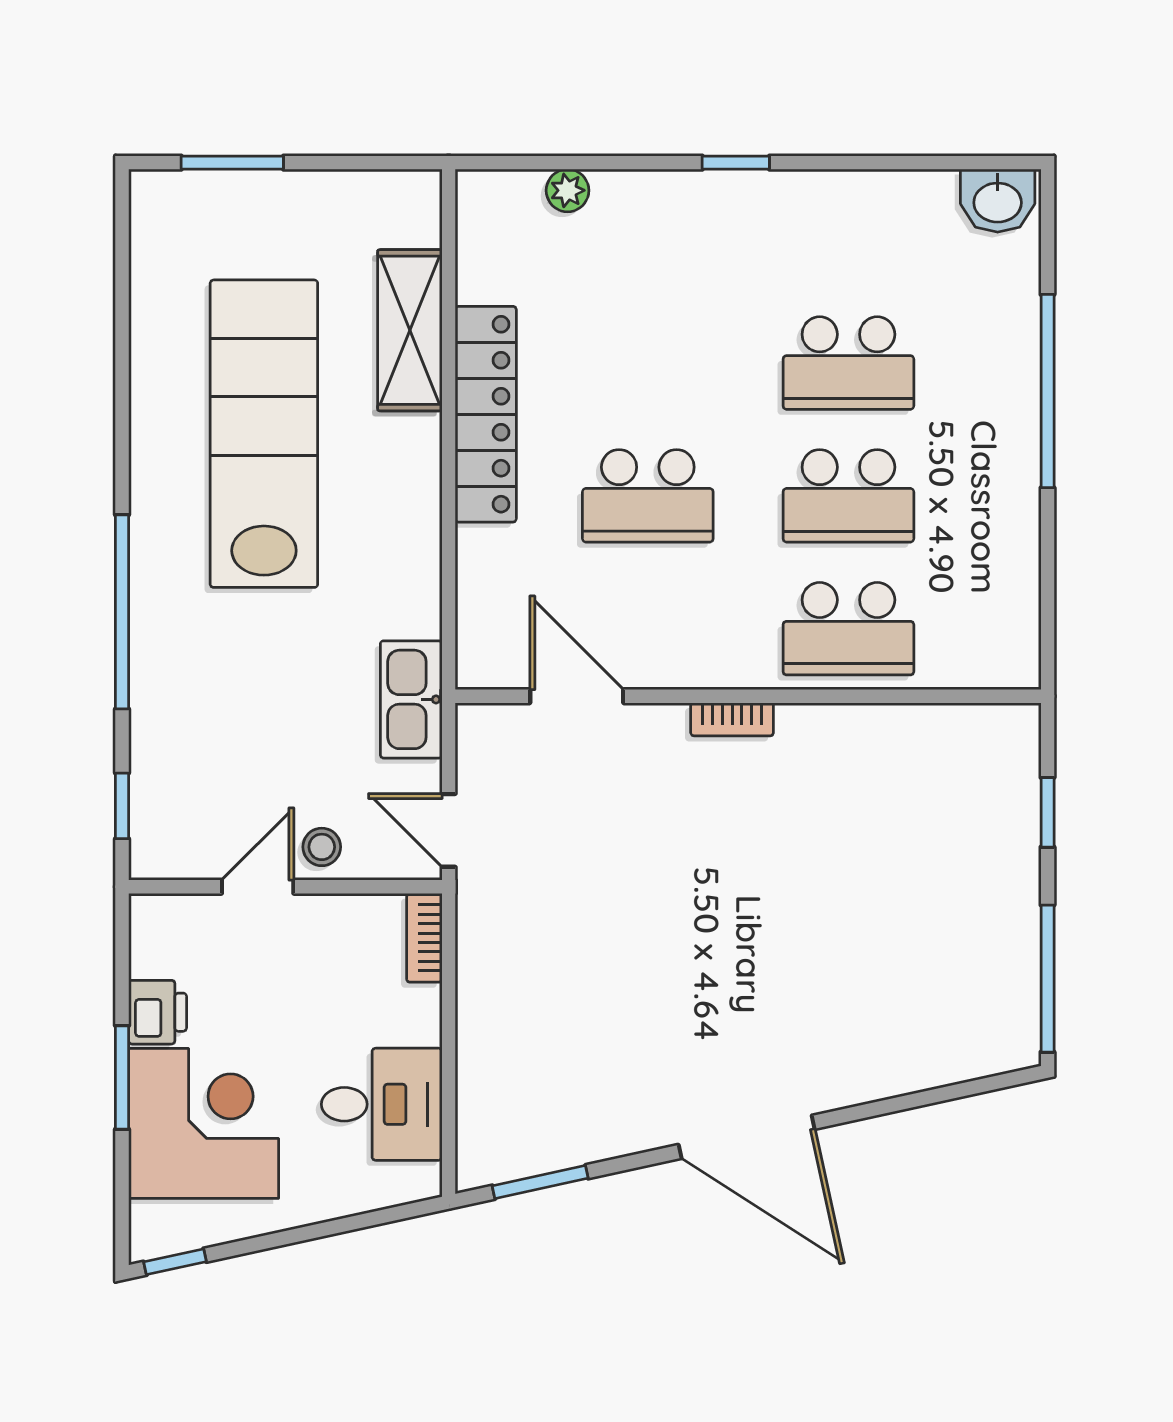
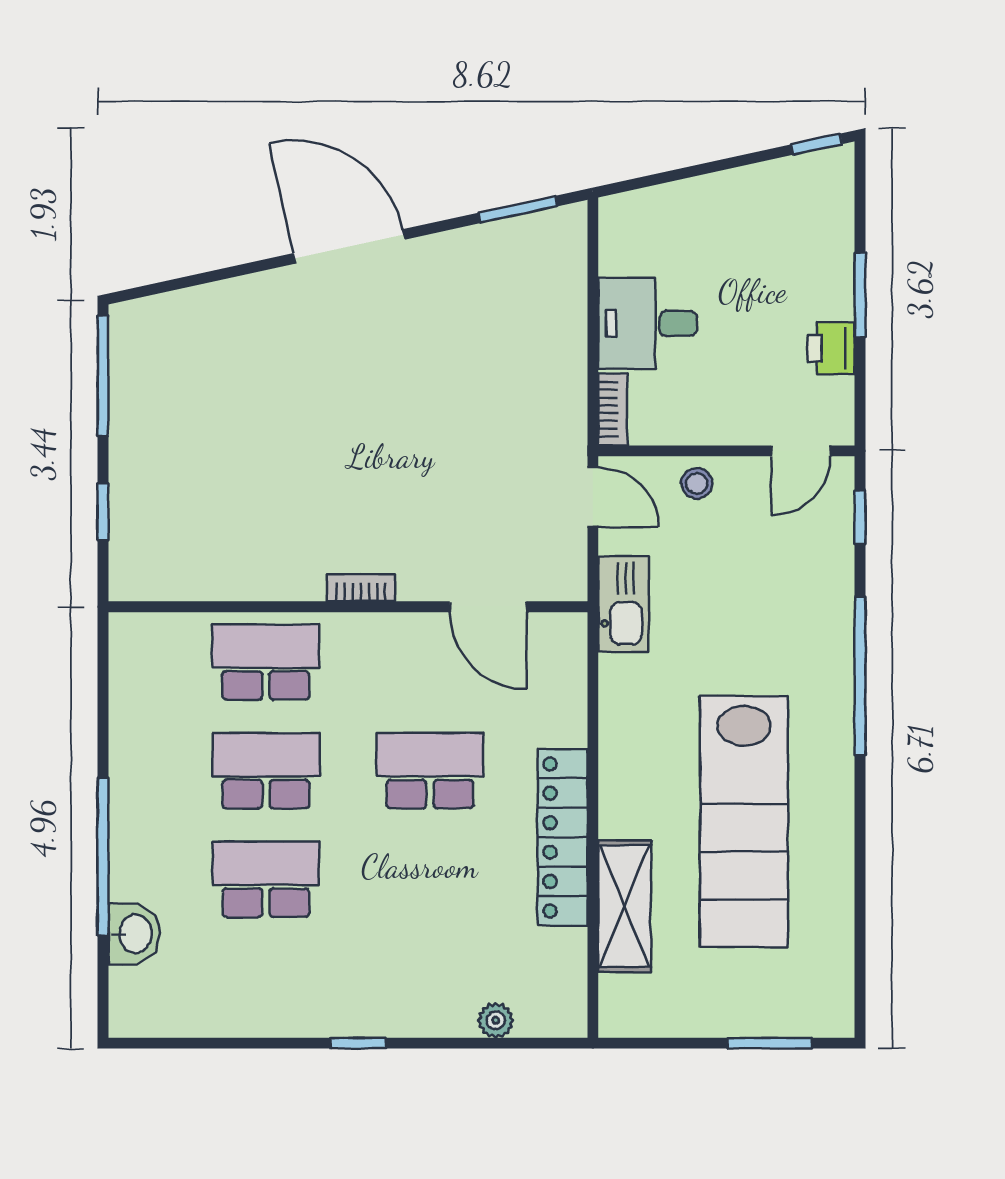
washbasin: (998, 201) -> (134, 934), moved, turned 90
door: (258, 887) -> (801, 451), moved
desk: (382, 1104) -> (648, 323), moved
corner desk: (204, 1123) -> (793, 257), removed

